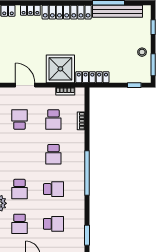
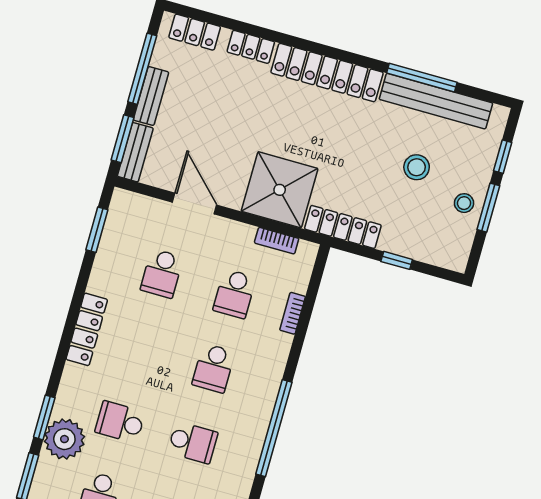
stool: (117, 42) -> (417, 167), added
window: (153, 65) -> (488, 208), moved
window: (134, 85) -> (397, 260), moved
school desk: (19, 119) -> (162, 273), turned 180
school desk: (19, 189) -> (120, 422), turned 90

